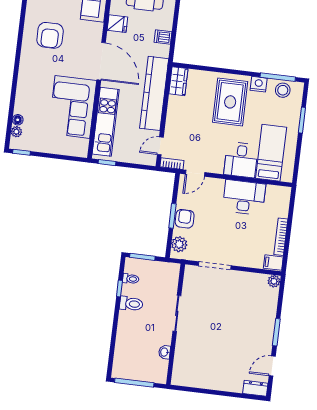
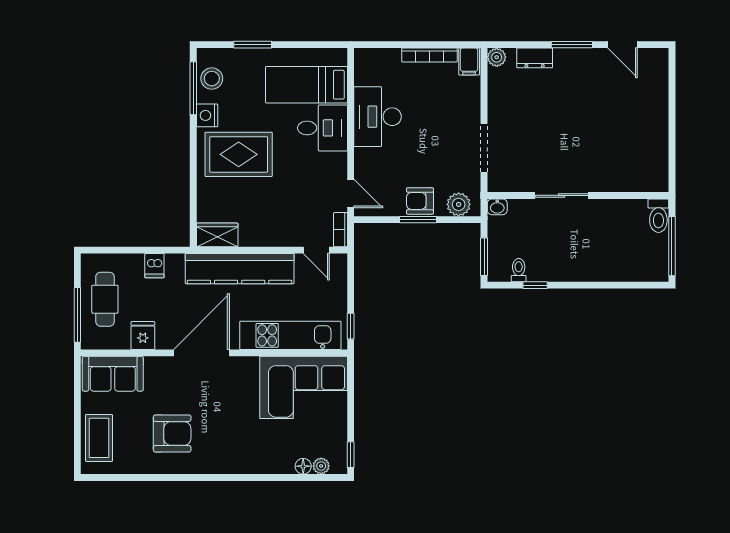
corner sofa: (72, 107) -> (304, 387), moved
toilet: (131, 304) -> (658, 216), moved, turned 180
washbasin: (165, 352) -> (497, 207), moved
dresser: (255, 388) -> (535, 58), moved, turned -90

